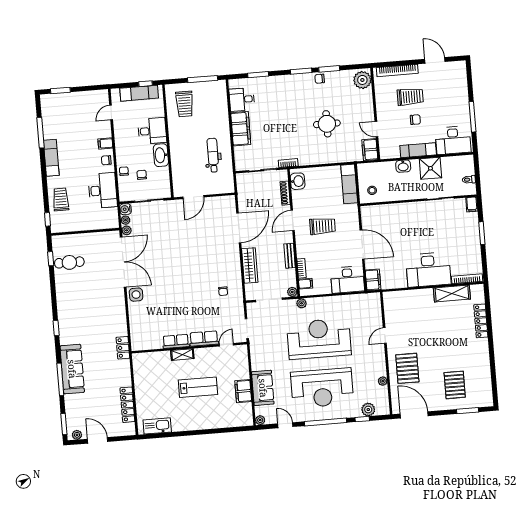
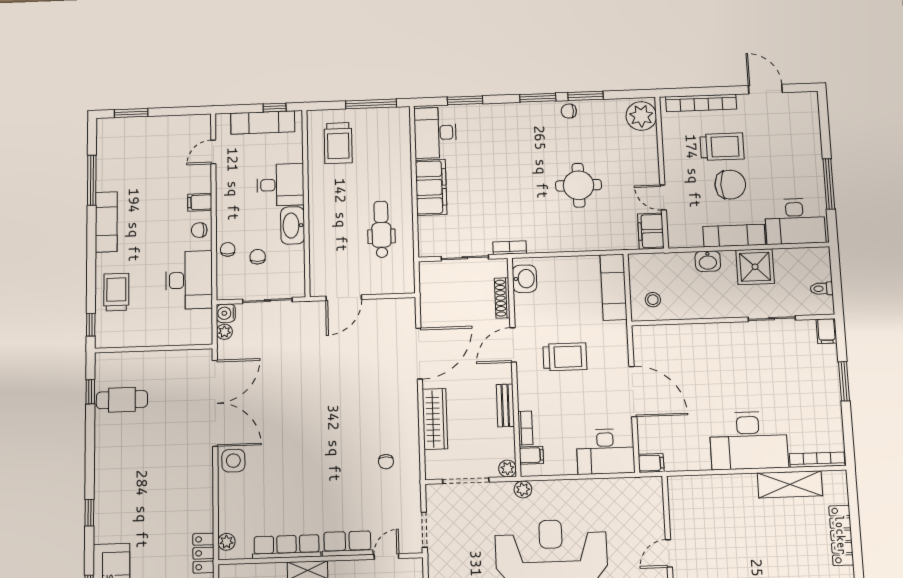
desk: (242, 99) -> (435, 133), width x1.37
chair: (415, 120) -> (730, 185), width x1.87, depth x1.87
plant: (127, 230) -> (226, 542), moved
filing cabinet: (373, 280) -> (651, 463), width x0.50
row of seats: (176, 341) -> (287, 547), width x1.48

